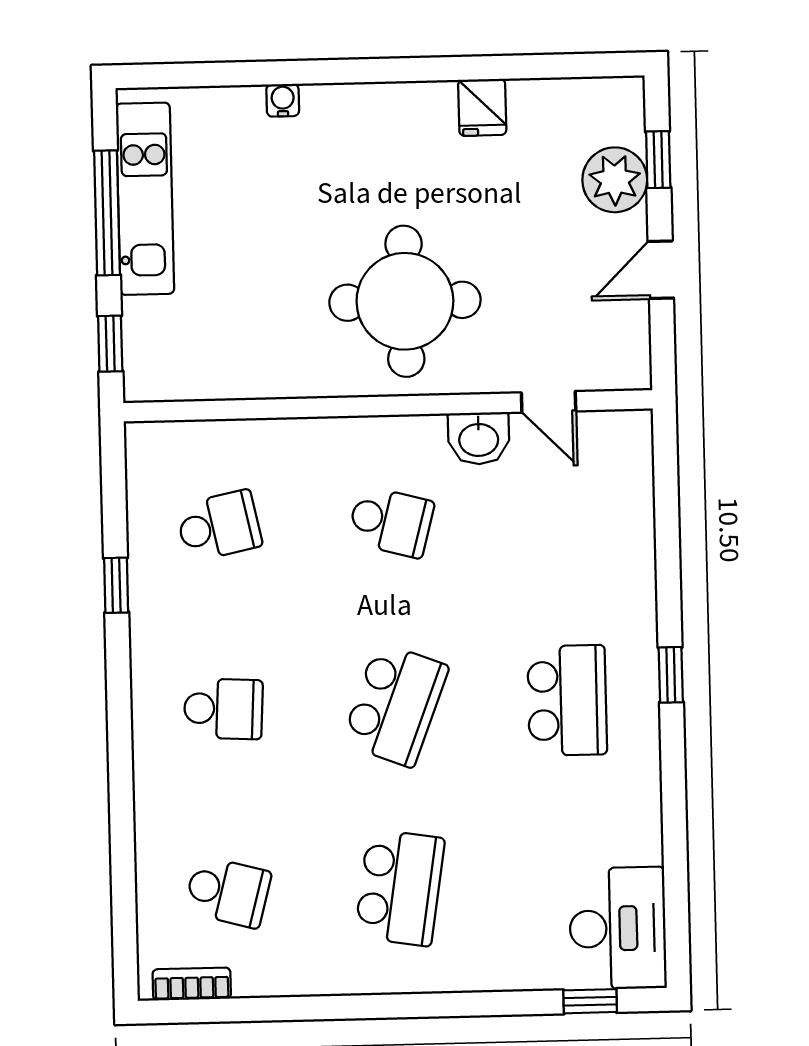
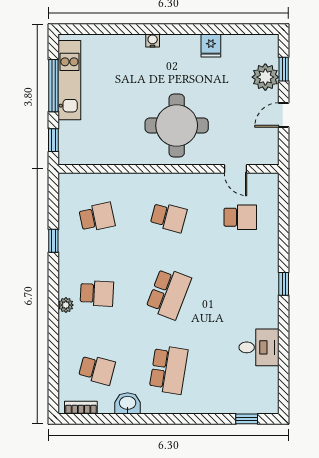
water cooler: (283, 100) -> (153, 41), moved
washbasin: (479, 438) -> (128, 403), moved, turned 180
school desk: (567, 700) -> (240, 217), moved, width x0.54
plant: (149, 738) -> (66, 305), added
desk: (618, 928) -> (259, 347), moved, width x0.73

